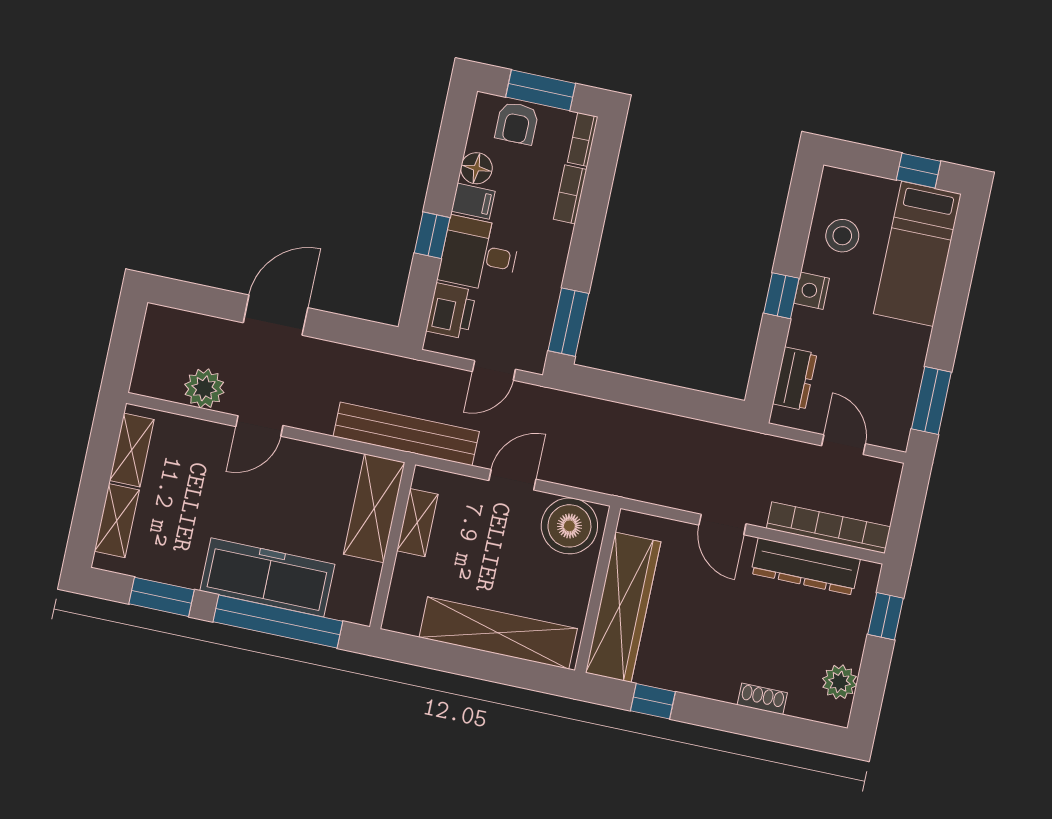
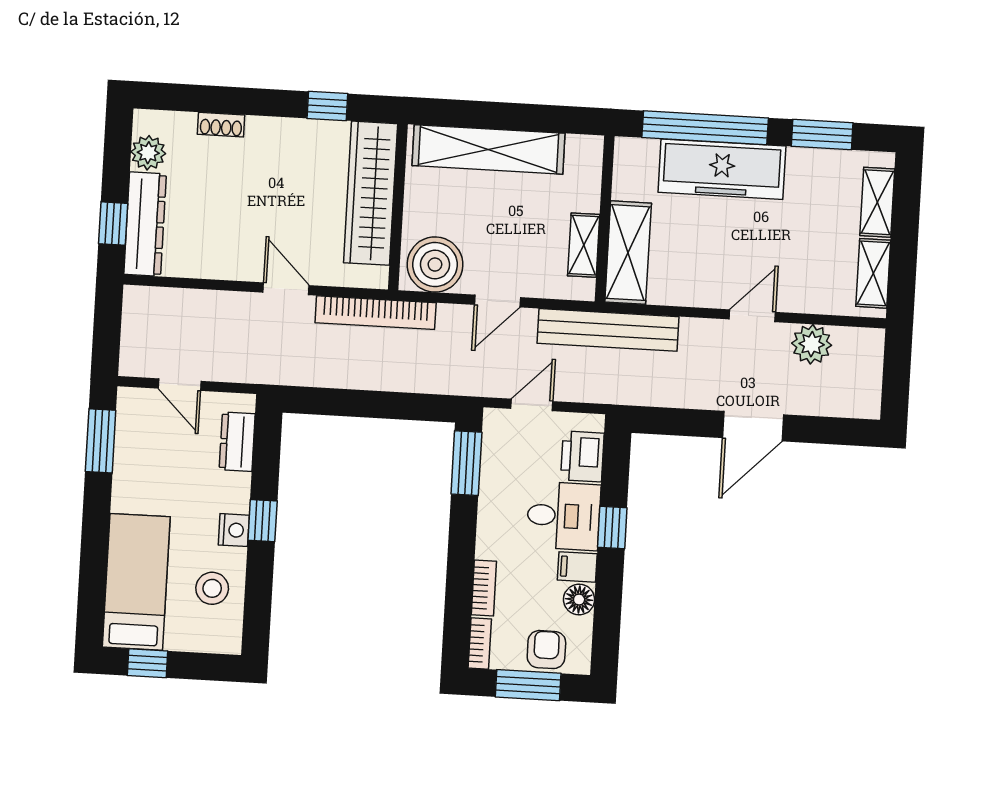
bookcase: (828, 528) -> (376, 313), moved
dresser: (805, 566) -> (145, 224), moved, turned 90

